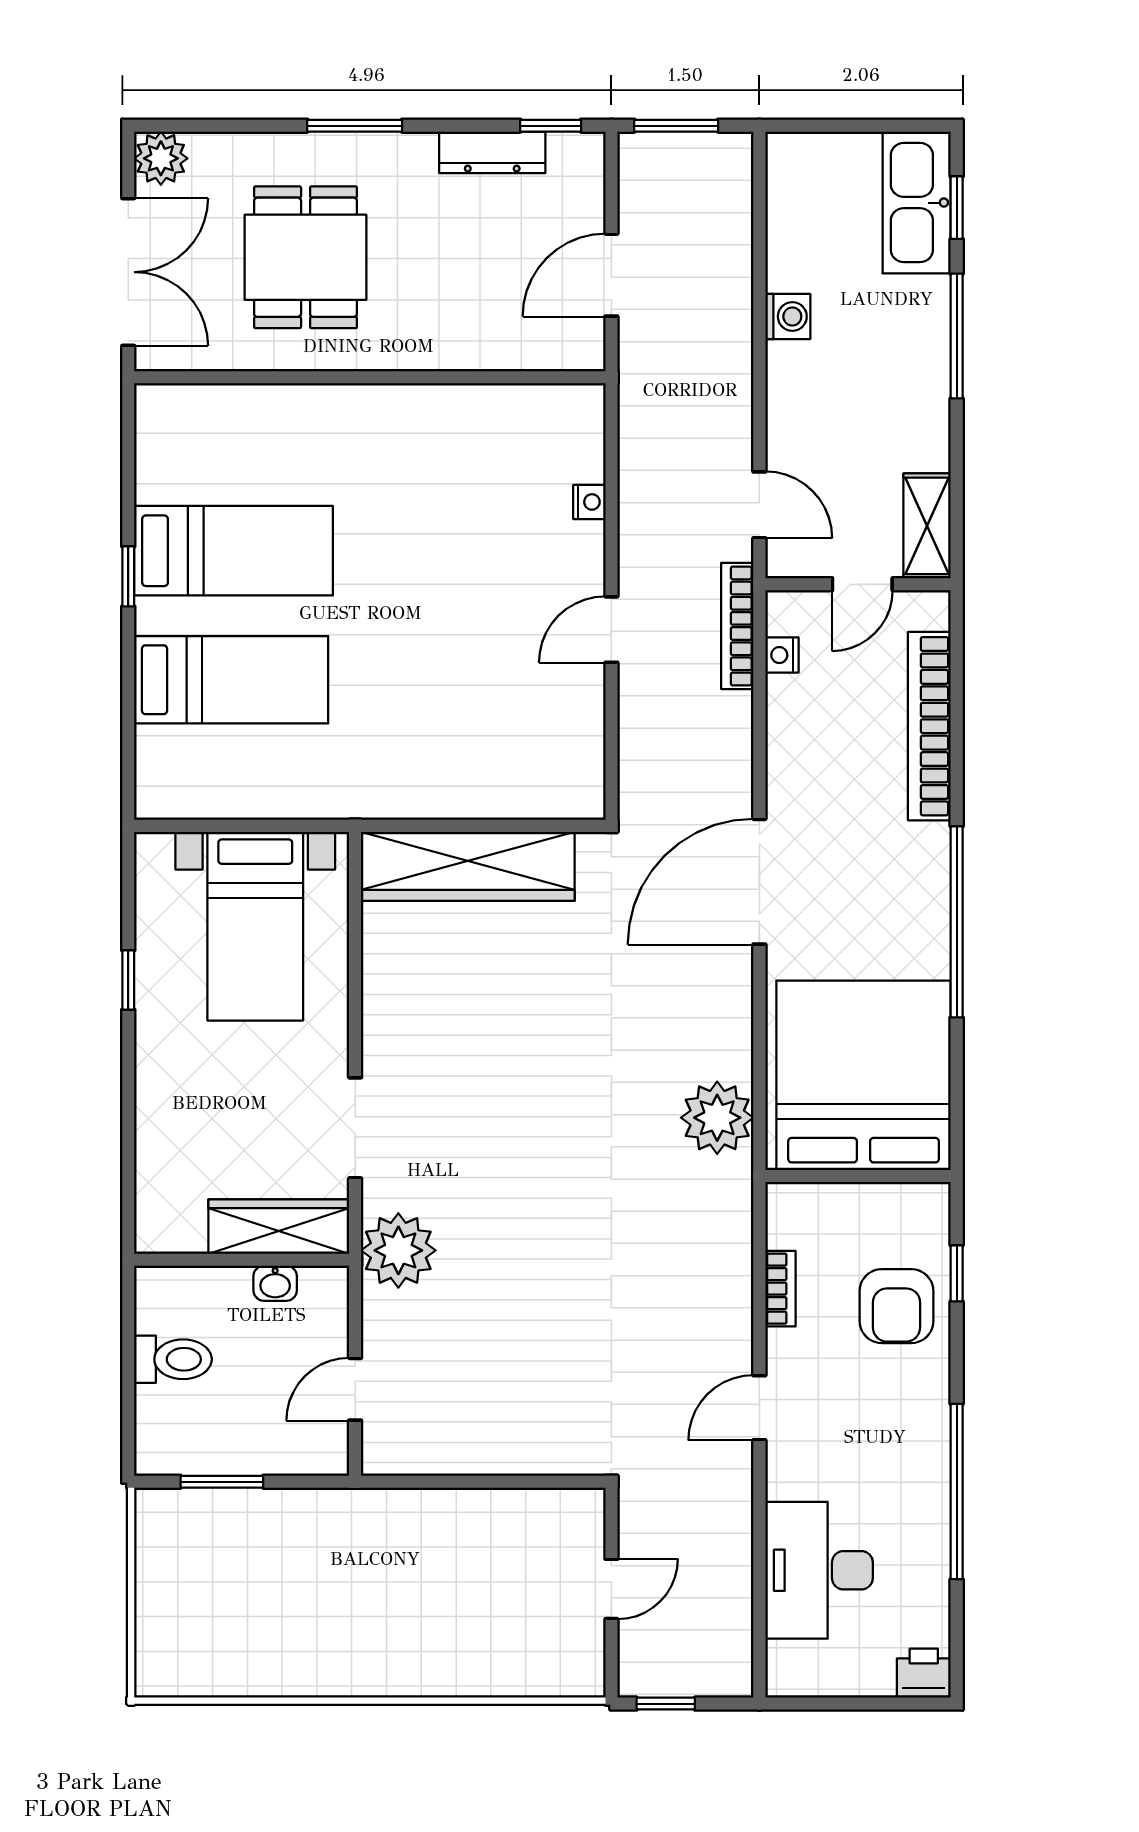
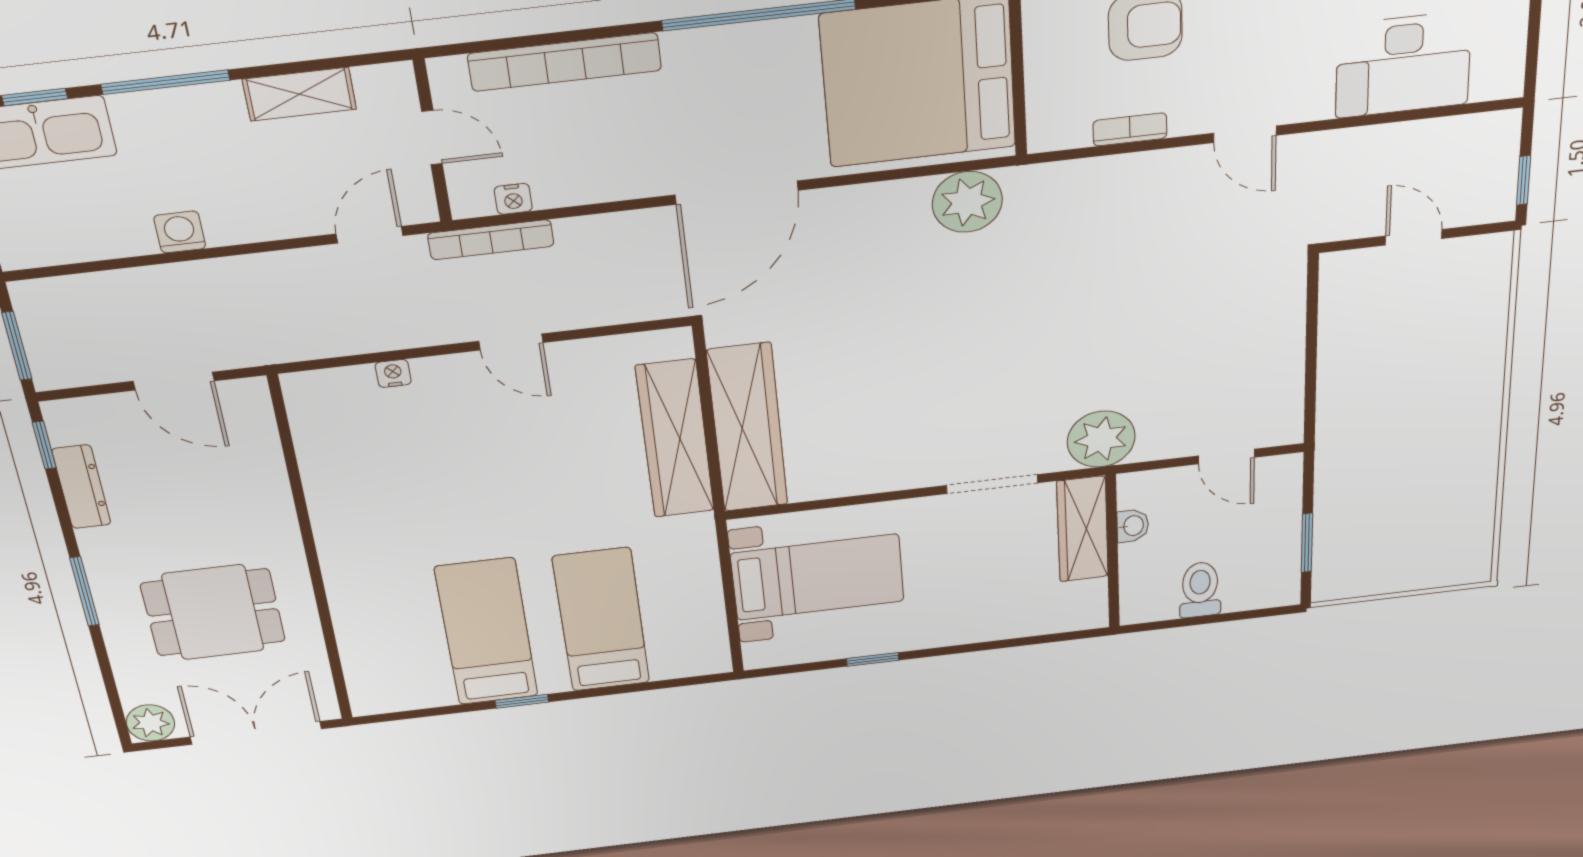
shelving: (927, 526) -> (299, 94), moved
wardrobe: (465, 787) -> (675, 439), added
door: (759, 882) -> (737, 193), hinge flipped

